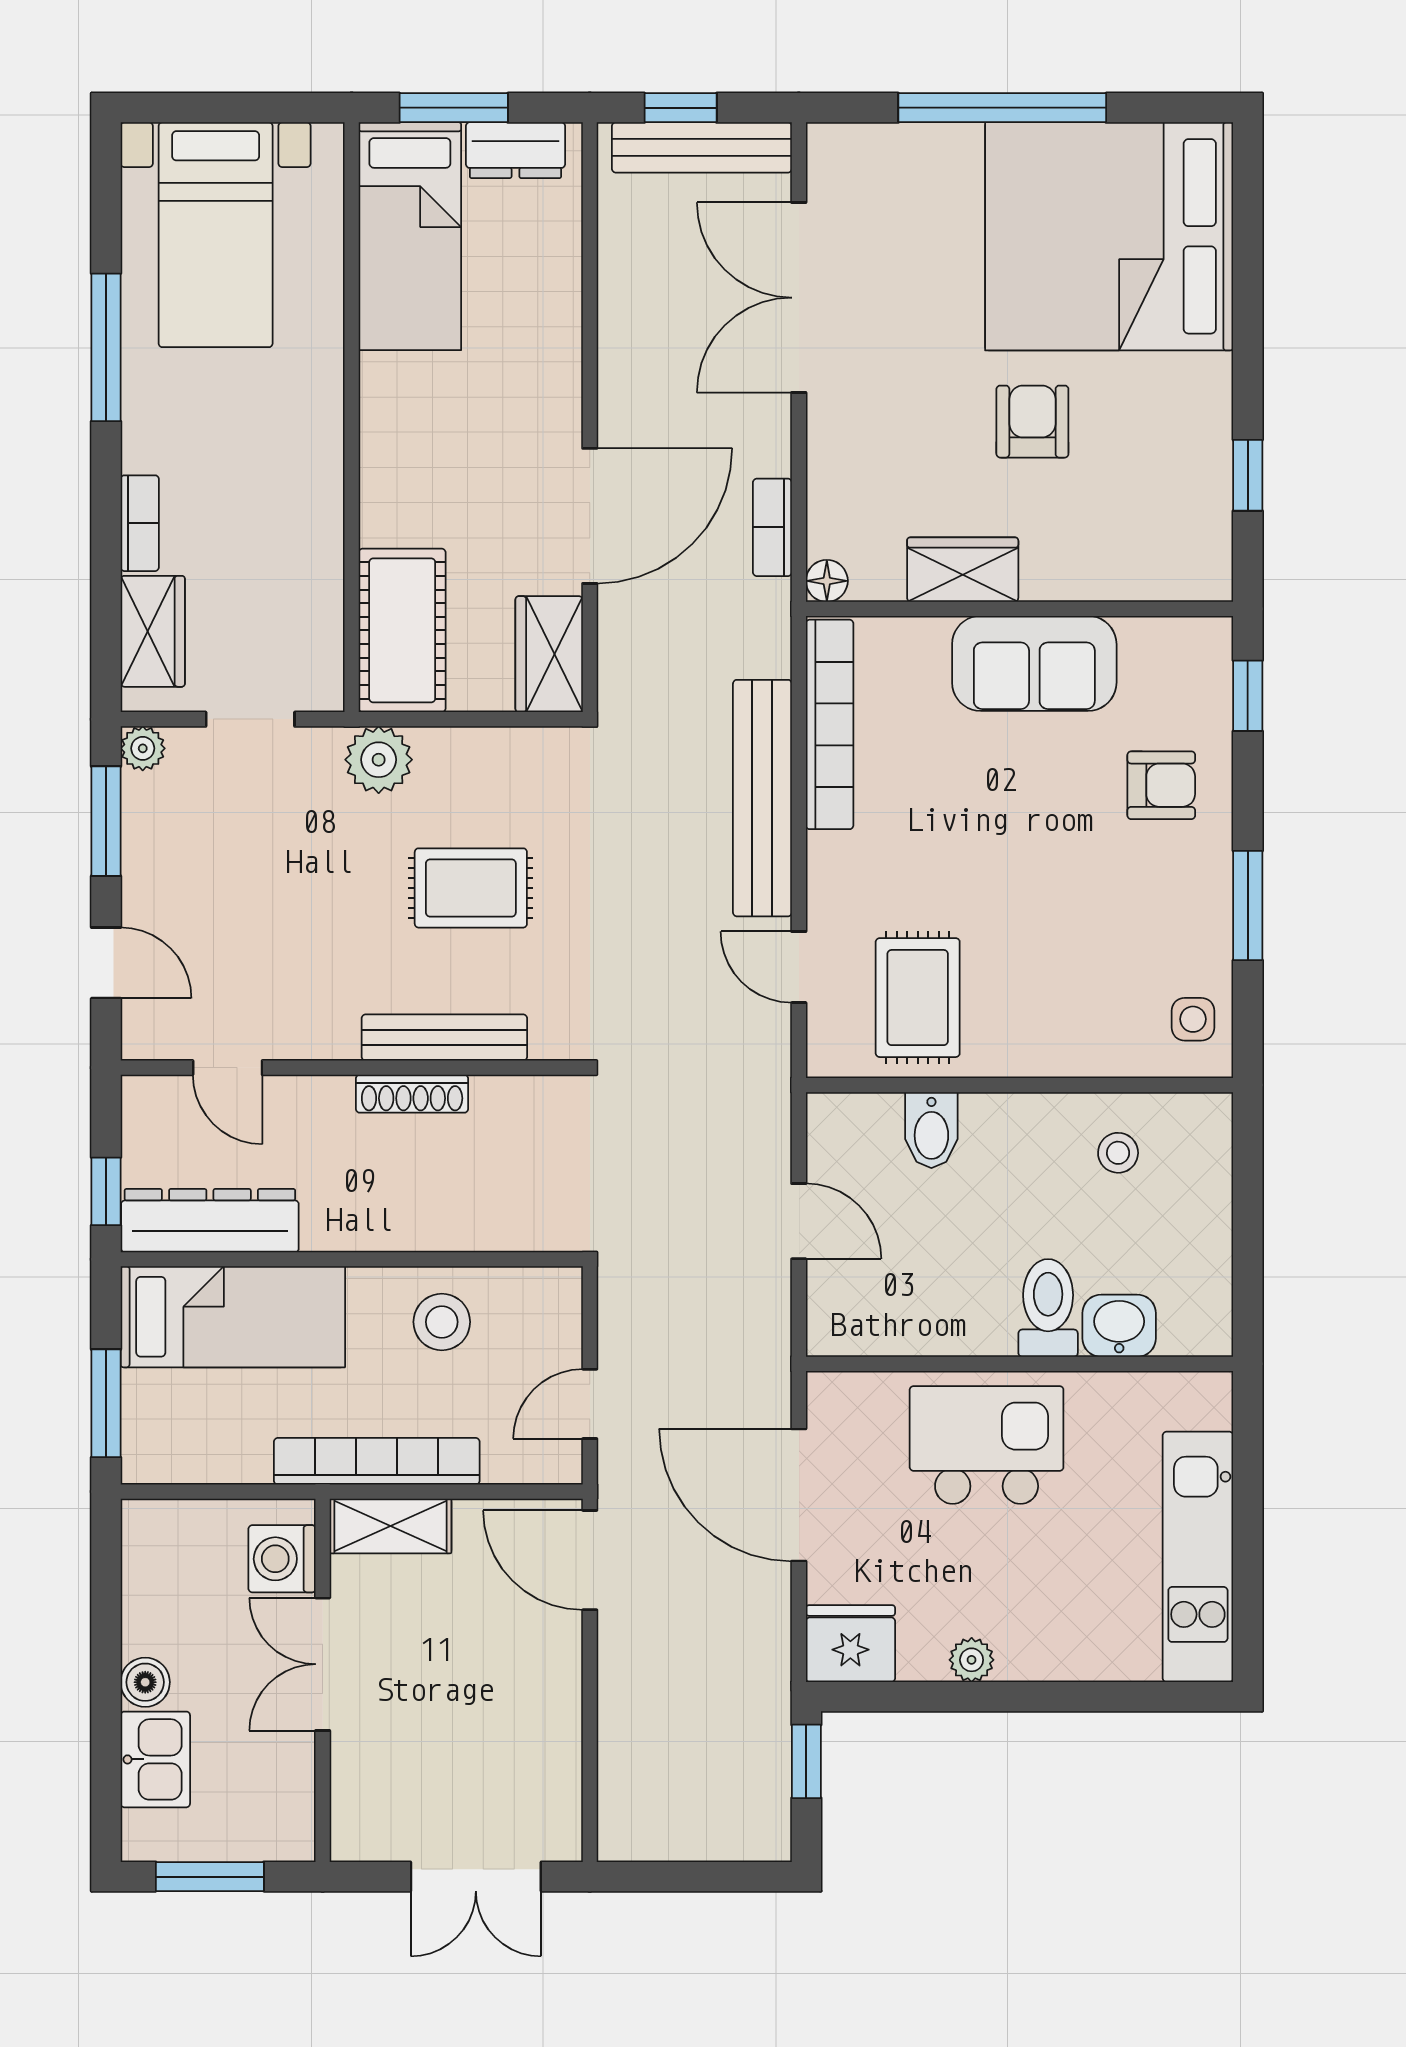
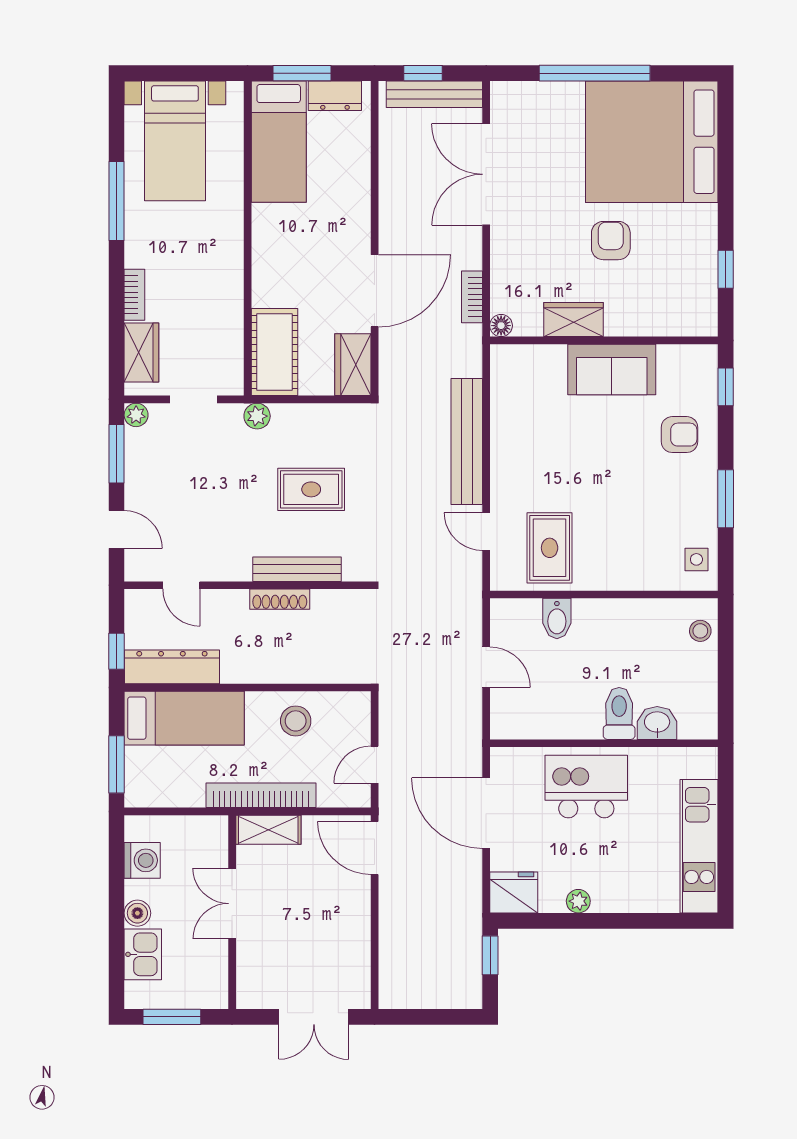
bookcase: (830, 724) -> (503, 402), removed
plant: (379, 760) -> (257, 416), width x0.73, depth x0.73
stool: (1118, 1153) -> (700, 631), moved
washing machine: (282, 1559) -> (142, 860), moved, turned 180

